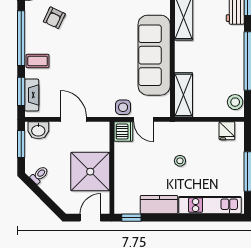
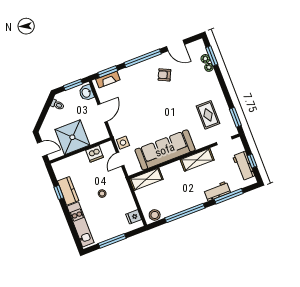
coffee table: (38, 61) -> (132, 75), removed
dishwasher: (123, 132) -> (95, 154), moved
window: (131, 218) -> (59, 192), moved

